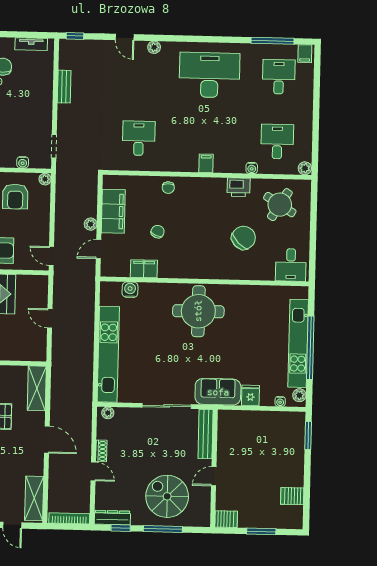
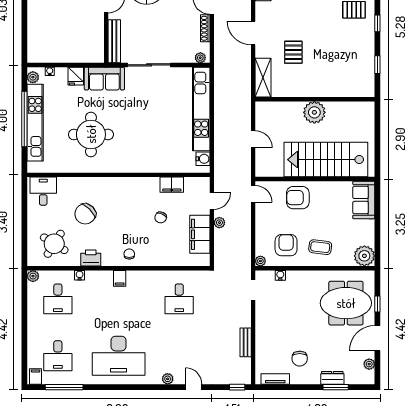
chair: (168, 188) -> (129, 254), moved
water cooler: (130, 290) -> (203, 159), moved, turned -90
round table: (198, 311) -> (91, 134), moved
window: (308, 436) -> (24, 42), removed
shoe rack: (101, 451) -> (205, 28), width x1.43

